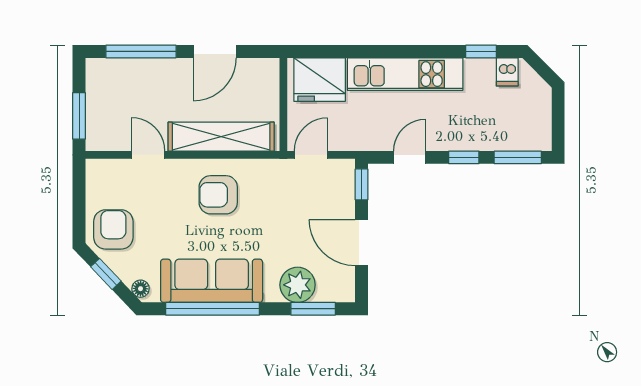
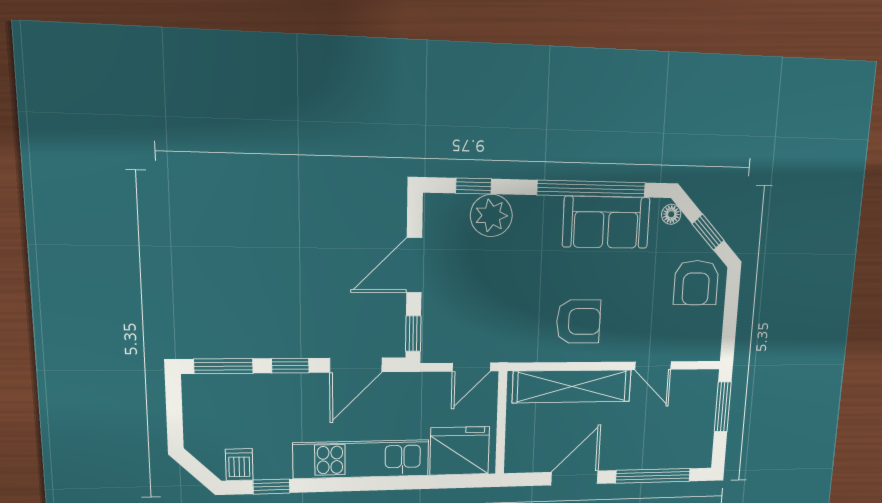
door: (410, 157) -> (356, 365), width x1.38
door: (361, 243) -> (414, 265), swing flipped
sofa: (212, 281) -> (606, 222), width x0.73
window: (313, 309) -> (474, 186), width x0.67

